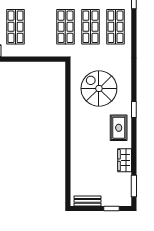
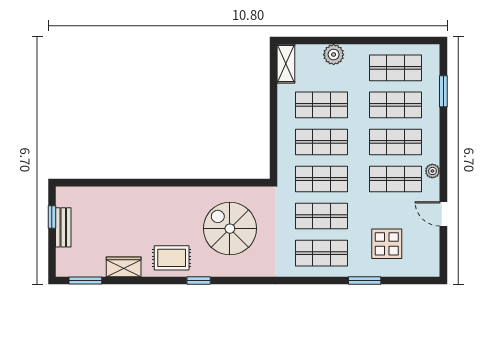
shop shelf: (41, 27) -> (321, 142), added
spiral stairs: (99, 89) -> (230, 229), turned -90
bench: (87, 201) -> (63, 227), moved
window: (112, 208) -> (52, 217), moved

